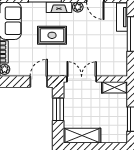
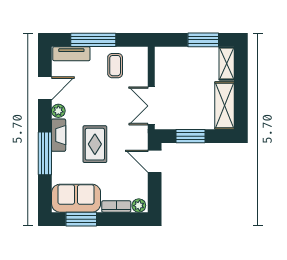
coffee table: (113, 51) -> (115, 66), added
shelving: (115, 87) -> (227, 63), moved

